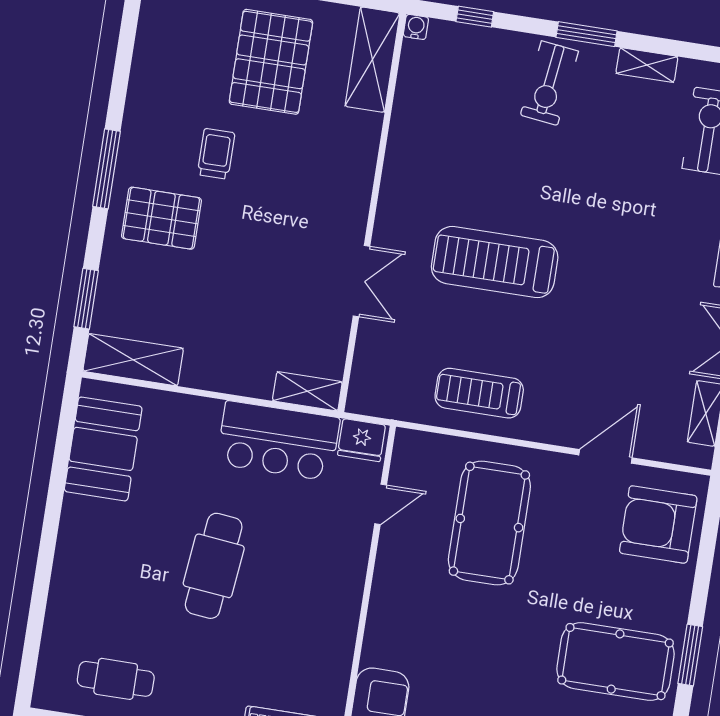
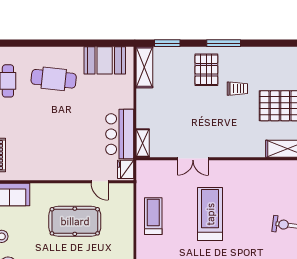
pool table: (489, 523) -> (75, 221), moved
cafe table: (214, 566) -> (54, 79), moved

